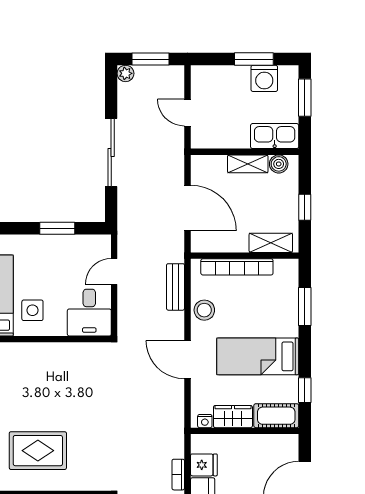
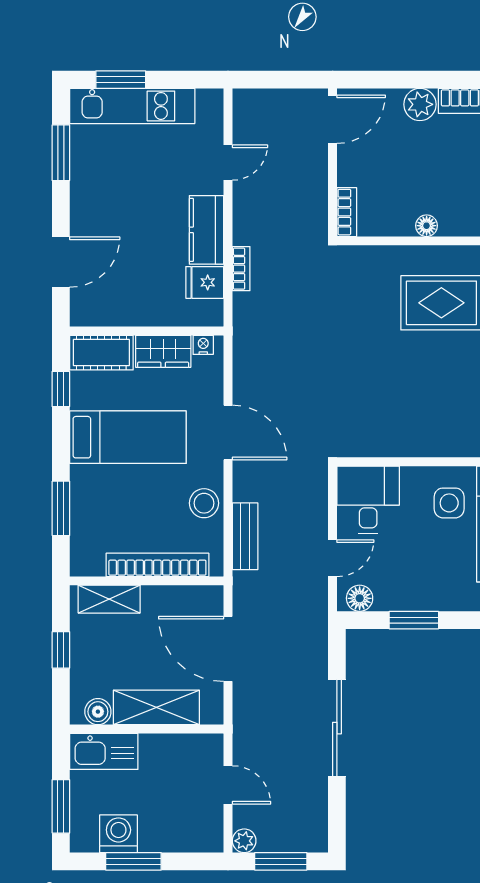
plant: (126, 73) -> (244, 841), moved
shelving: (248, 164) -> (156, 707), width x1.50, depth x1.33
floor lamp: (95, 243) -> (360, 598), added

